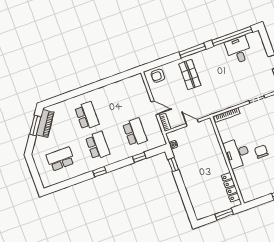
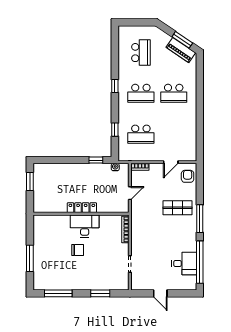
door: (155, 108) -> (171, 162), moved
locker: (231, 187) -> (82, 208), moved
window: (224, 214) -> (30, 181), moved

